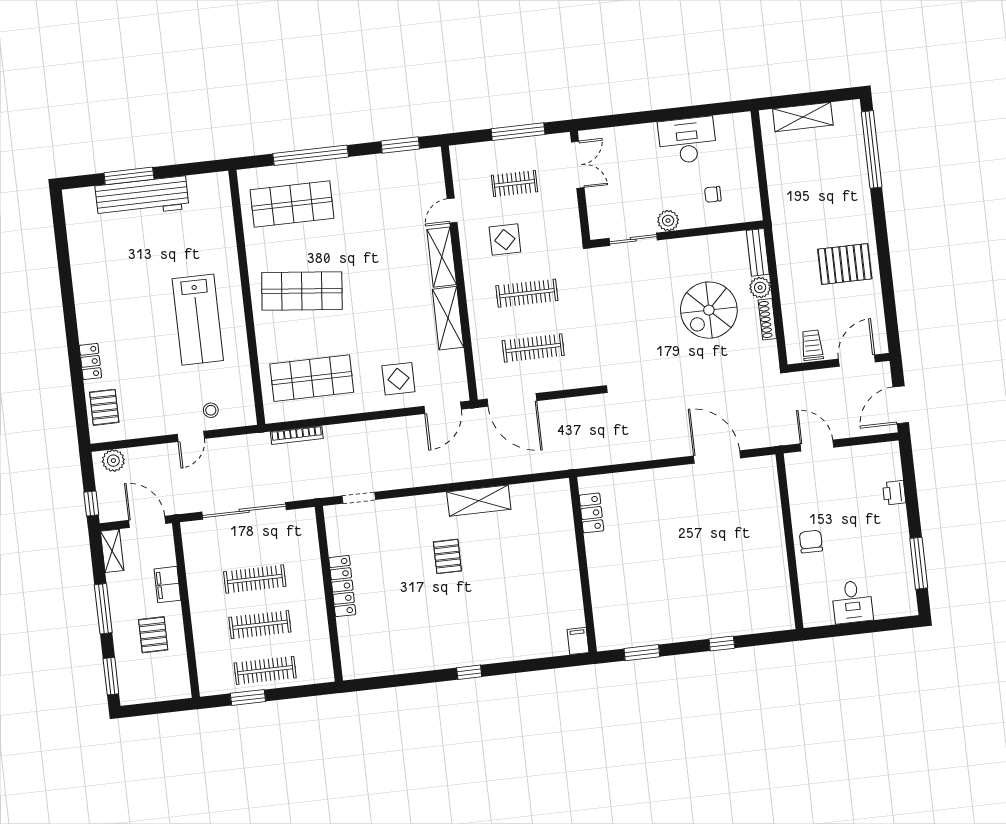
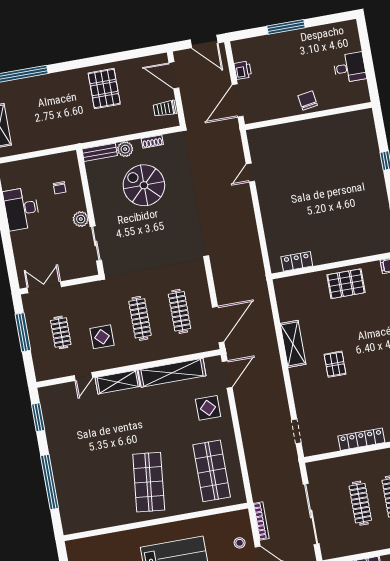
shop shelf: (292, 204) -> (86, 493), removed
door: (452, 211) -> (83, 377), hinge flipped
spiral stairs: (709, 310) -> (144, 185), turned 180
shelving: (448, 318) -> (172, 373), width x1.47
shoe rack: (767, 319) -> (152, 142), width x0.70
door: (443, 408) -> (227, 374), hinge flipped
bookcase: (297, 435) -> (261, 521), moved
door: (817, 446) -> (238, 101), width x1.36
door: (717, 457) -> (250, 173), width x0.53
printer: (894, 493) -> (243, 70), moved, turned -90
chair: (811, 542) -> (308, 101), turned 81
pallet: (447, 556) -> (335, 364), turned 90
window: (919, 563) -> (286, 27), moved
pallet: (557, 578) -> (346, 284), added

